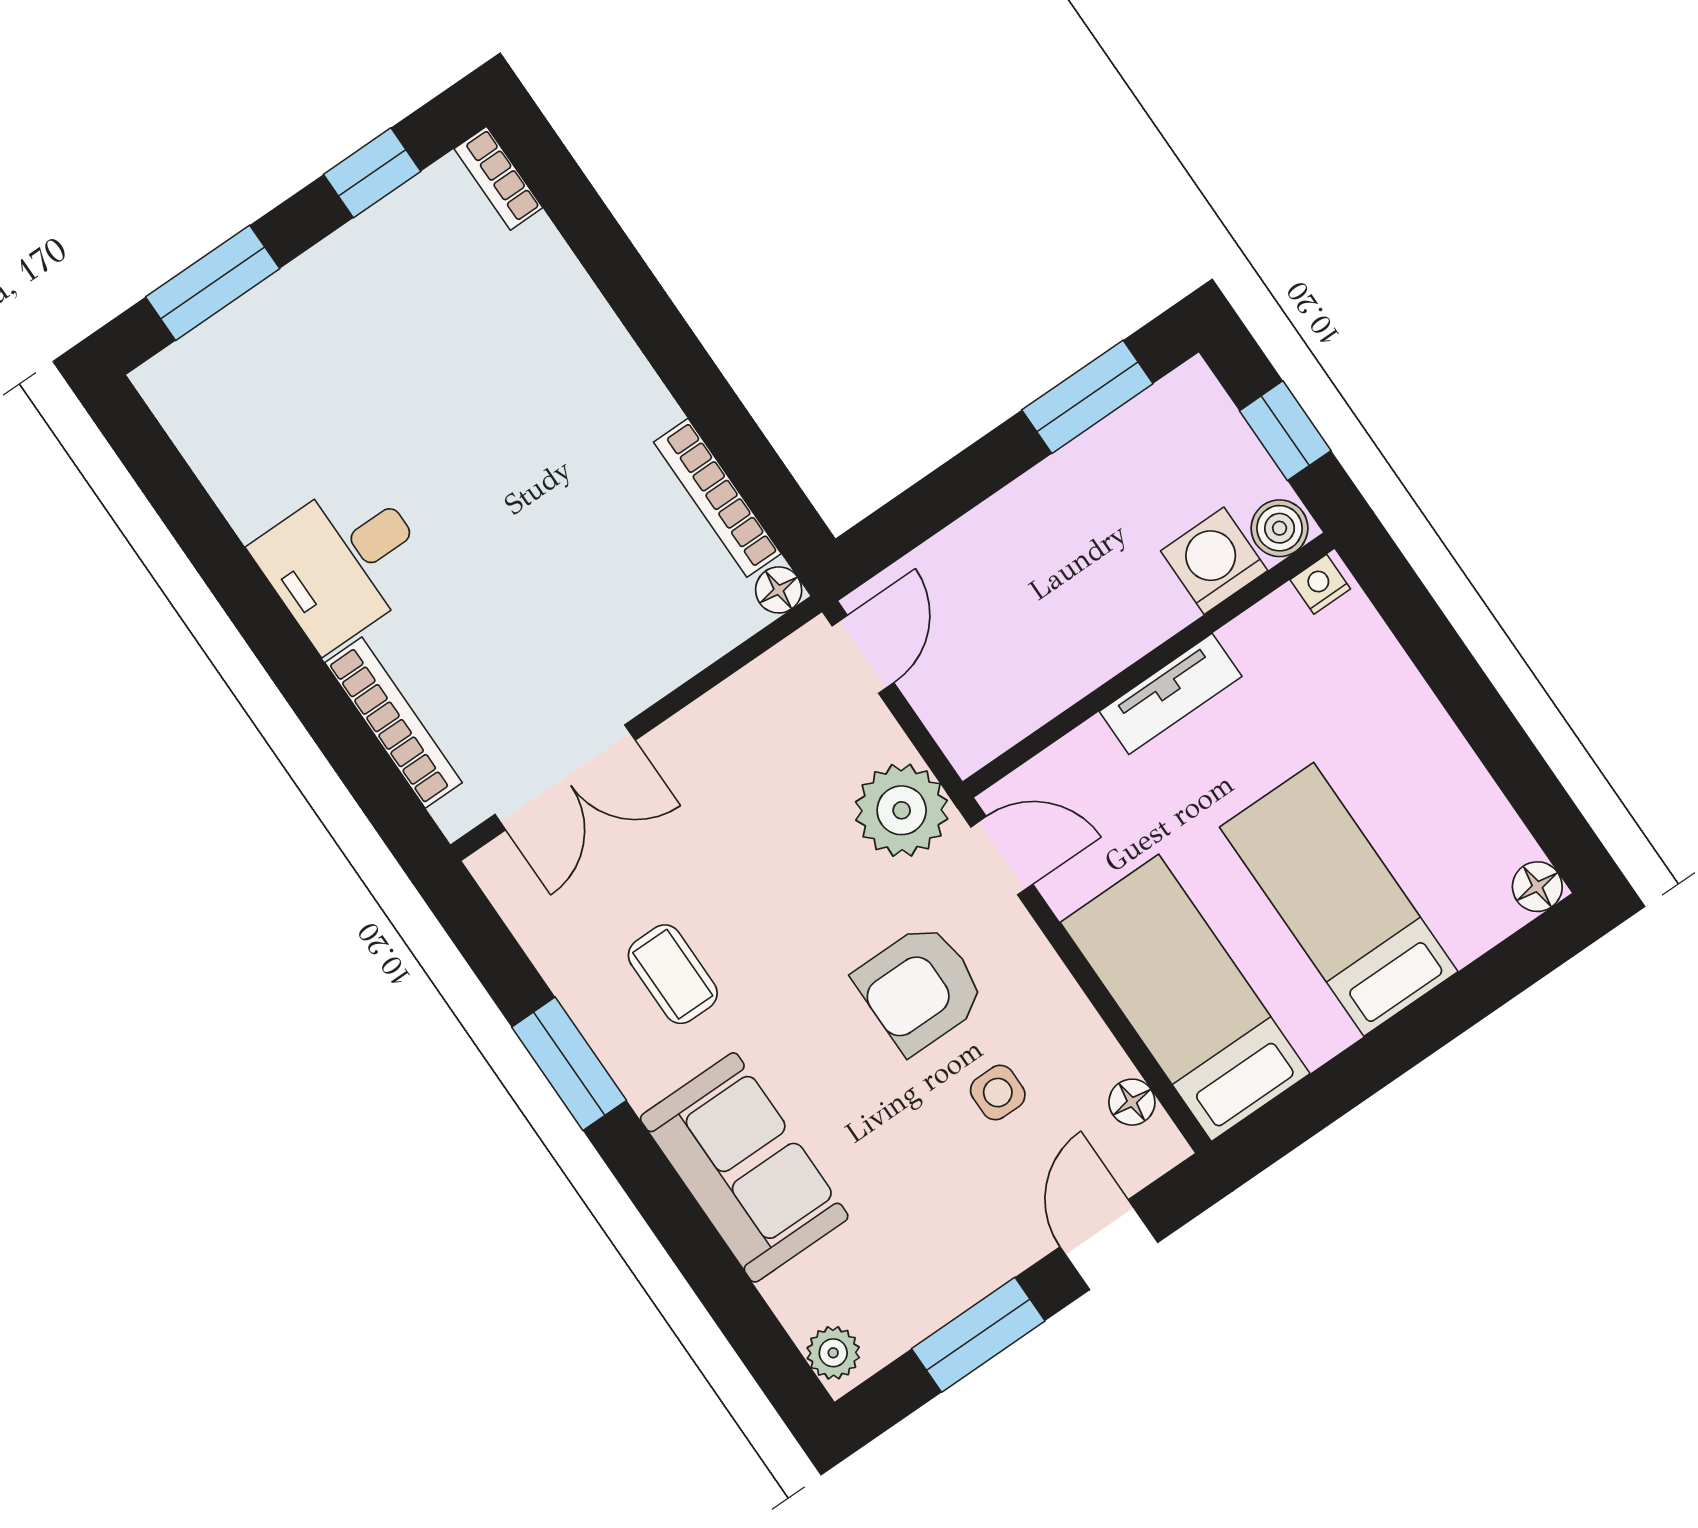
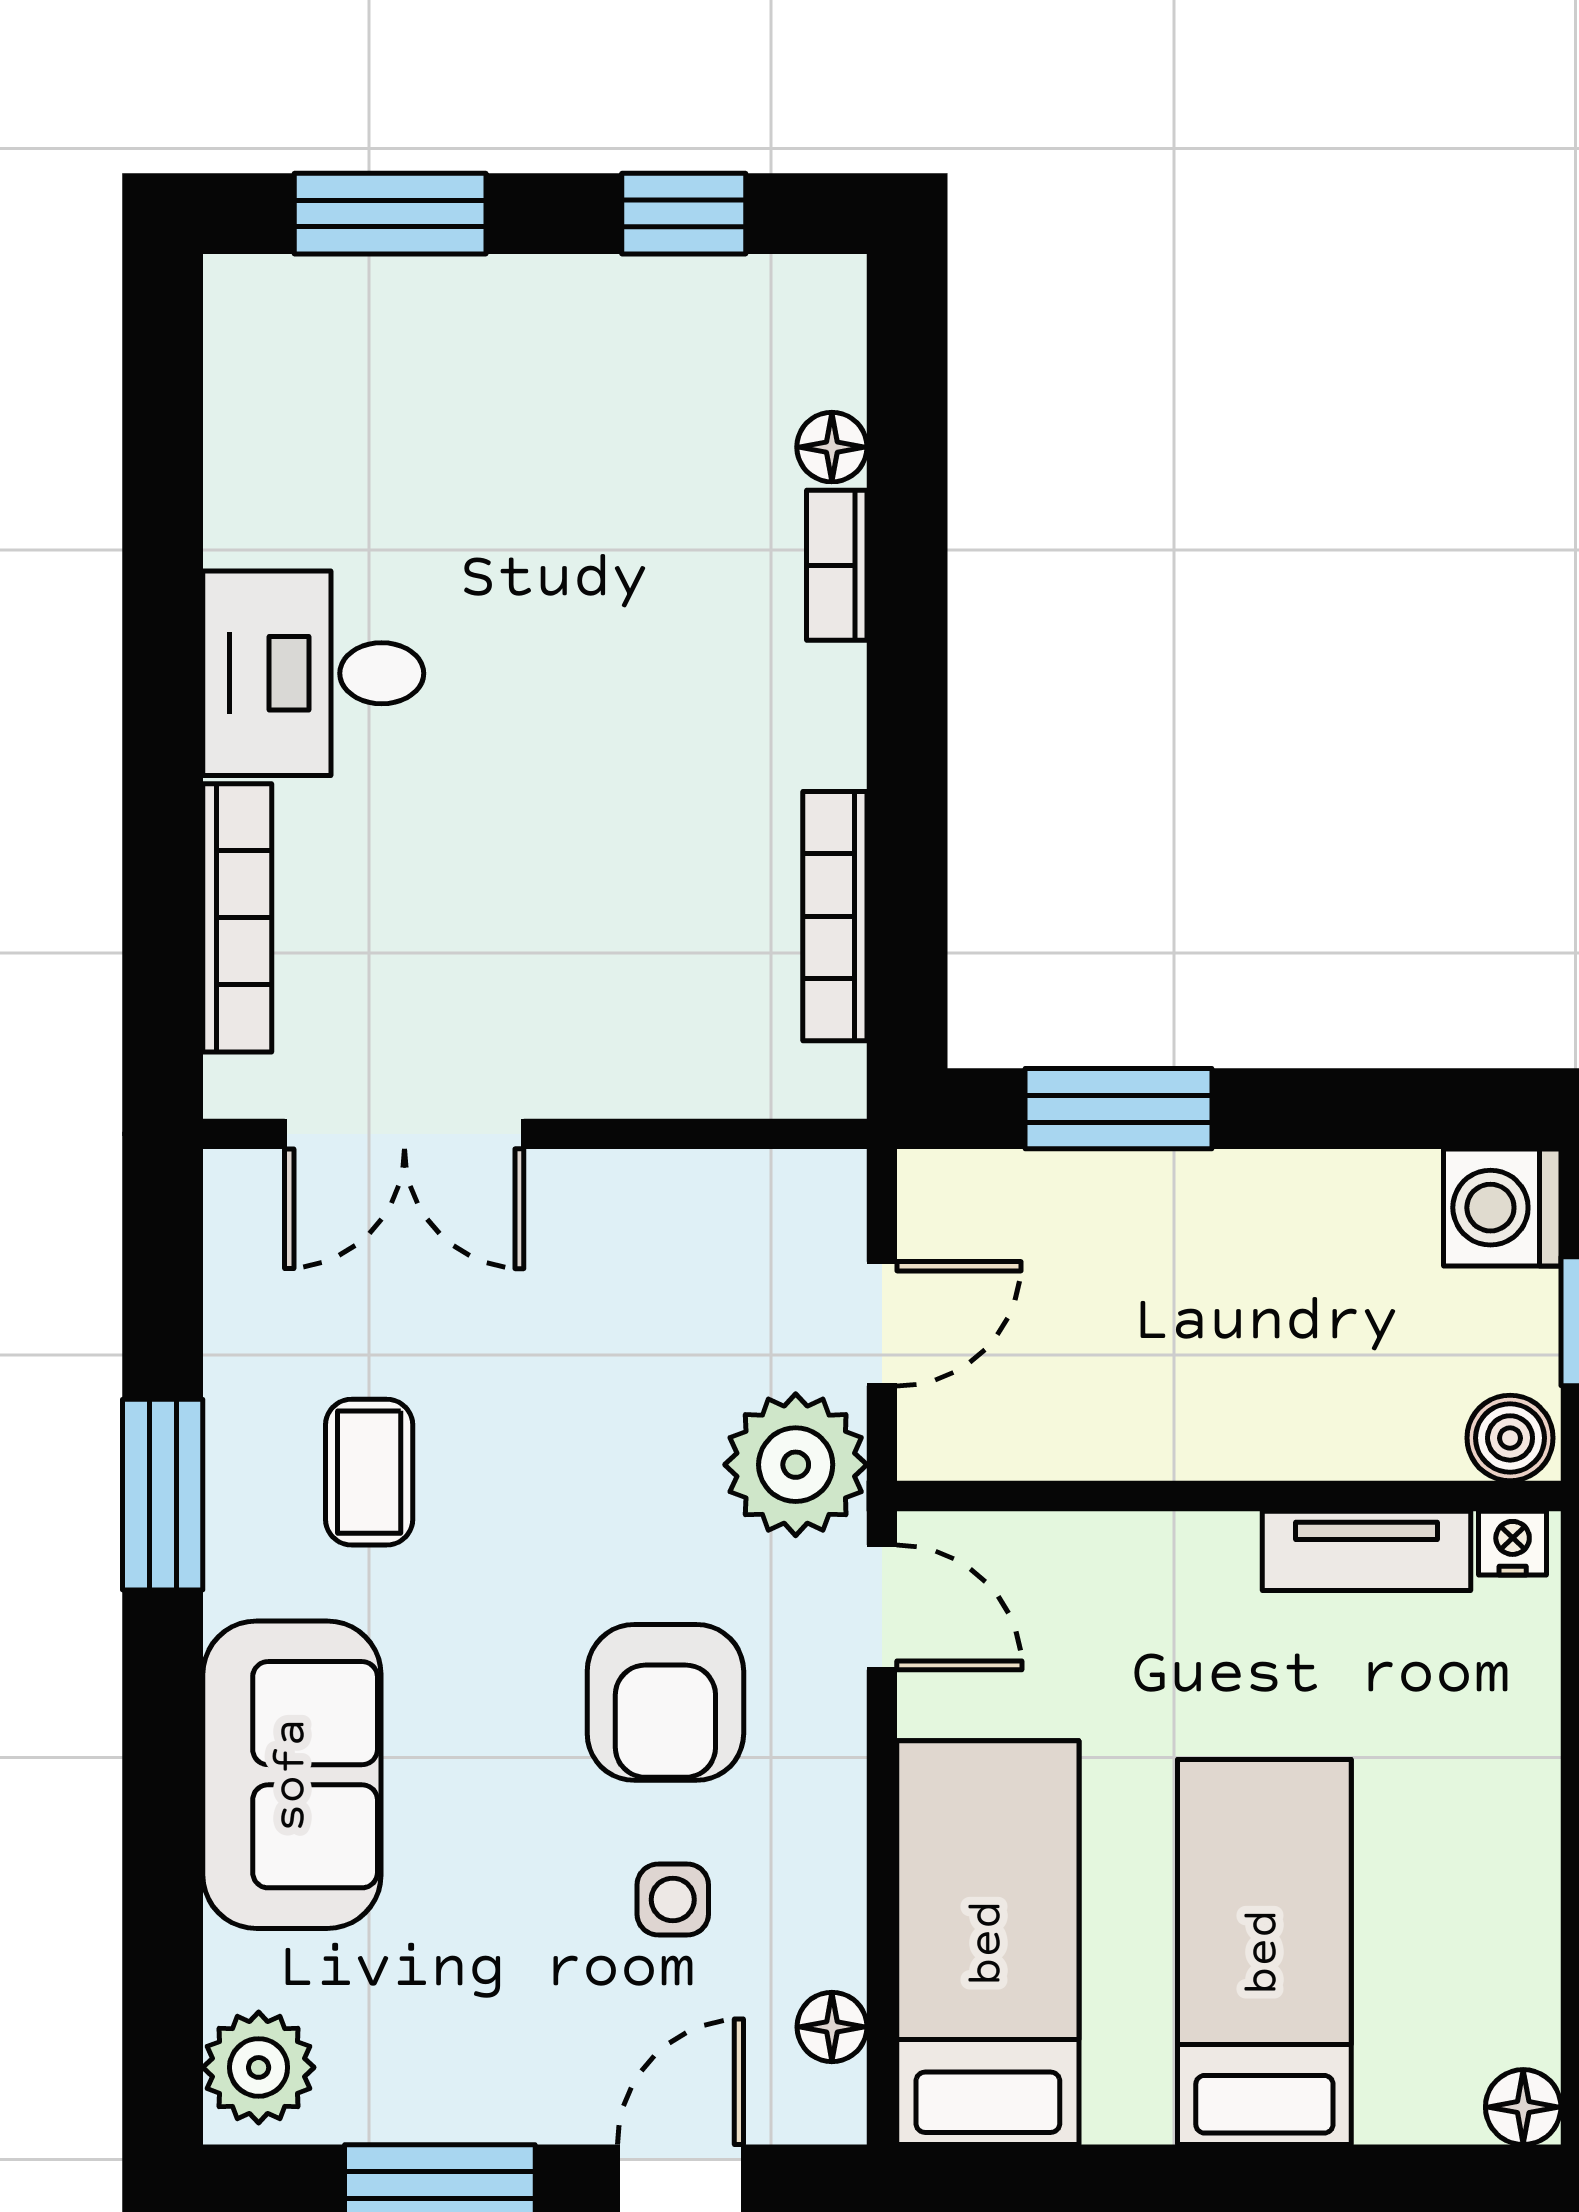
bookcase: (498, 178) -> (837, 565), moved
window: (1087, 397) -> (1119, 1109), moved
washing machine: (1214, 561) -> (1502, 1208), moved, turned -90
floor lamp: (779, 590) -> (832, 447), moved
door: (863, 654) -> (882, 1324), moved
tv unit: (1171, 694) -> (1366, 1551), moved
armchair: (920, 988) -> (665, 1702), turned -90
plant: (833, 1353) -> (259, 2067), width x1.38, depth x1.38

